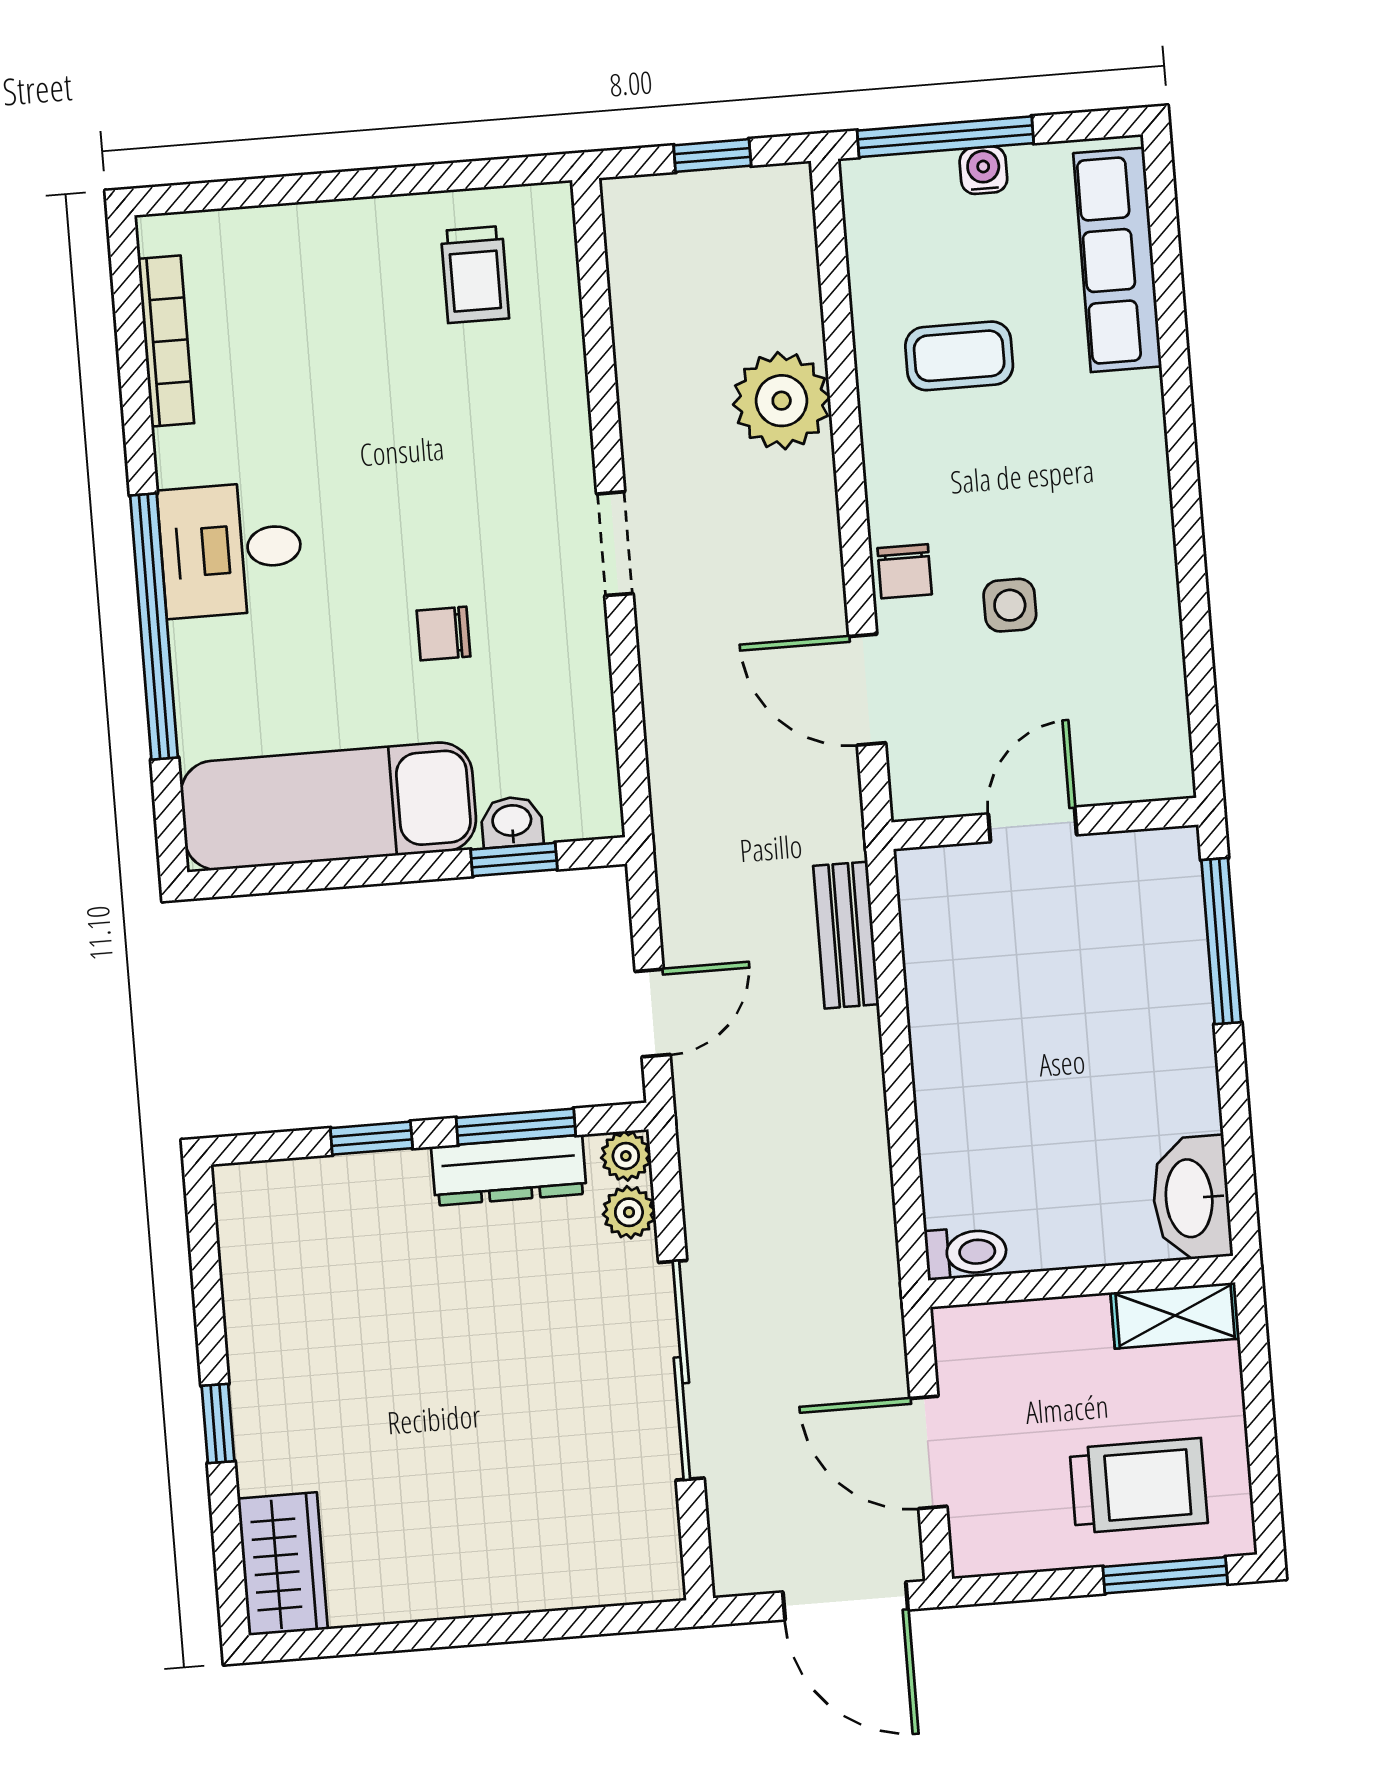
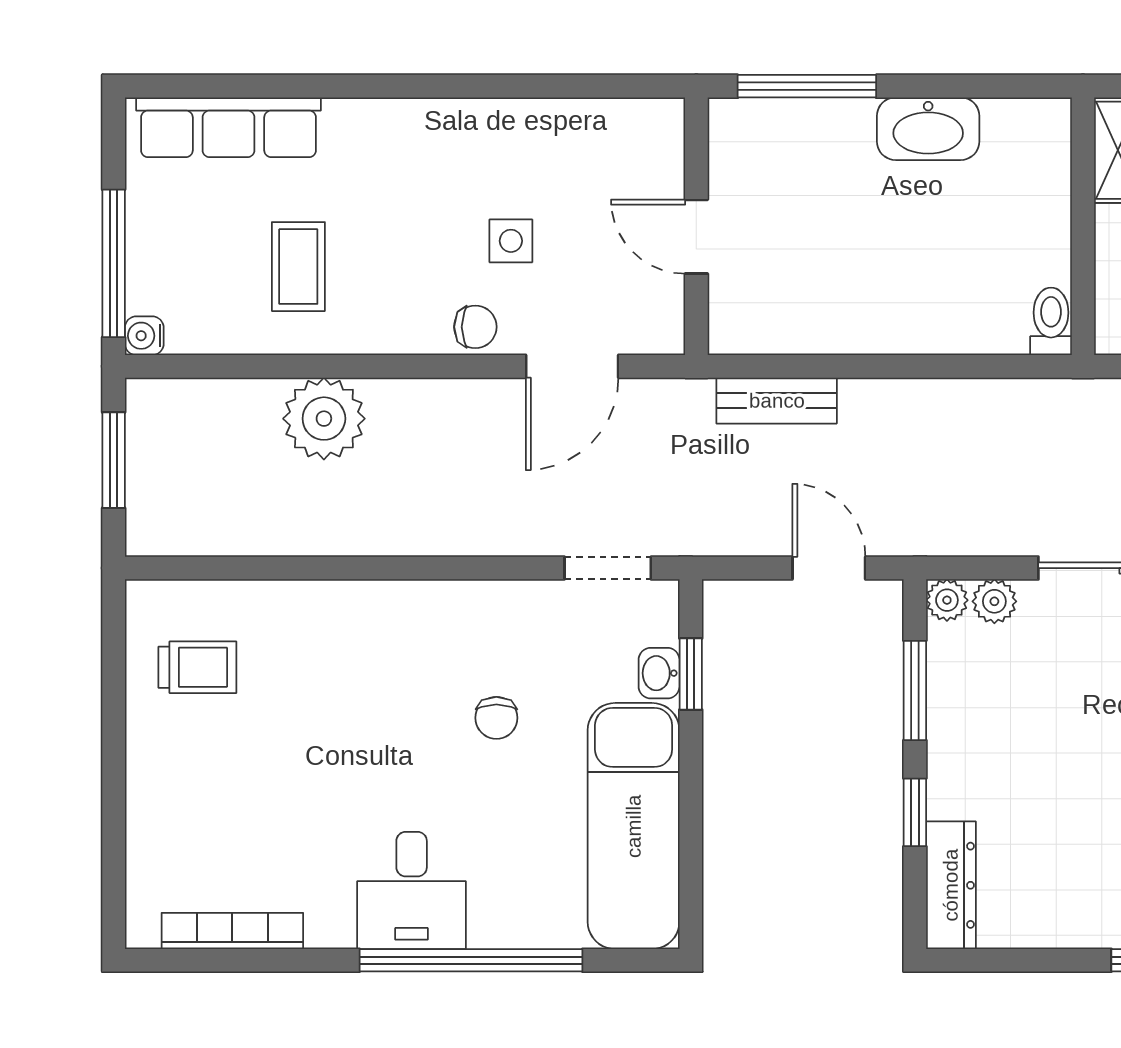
window: (712, 156) -> (114, 460), width x1.50
water cooler: (983, 170) -> (144, 336), moved
doorway: (615, 544) -> (608, 568), moved
dresser: (509, 1170) -> (951, 885), moved
washbasin: (1191, 1198) -> (928, 129), moved

